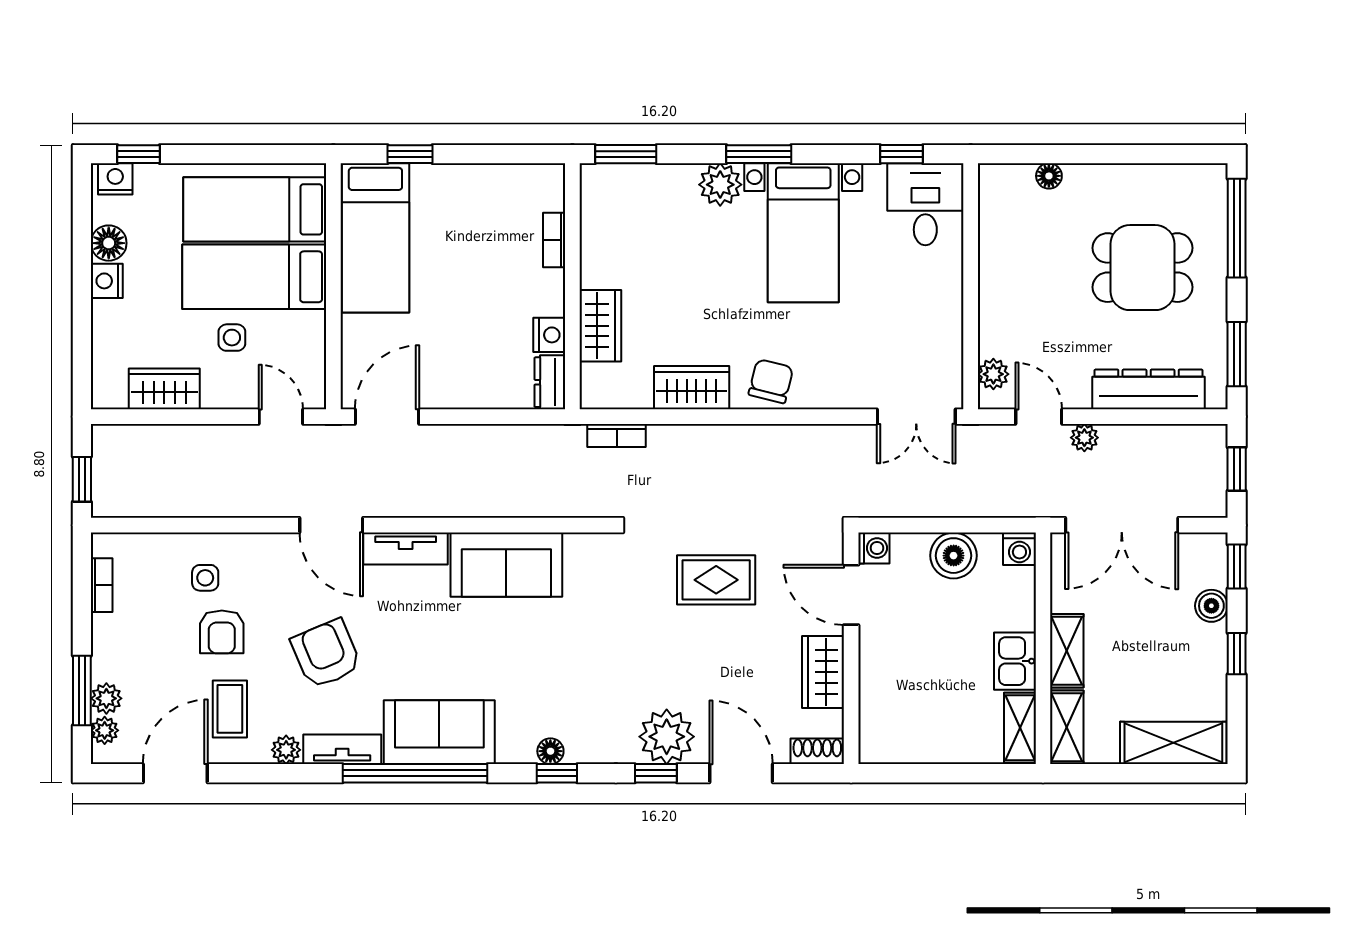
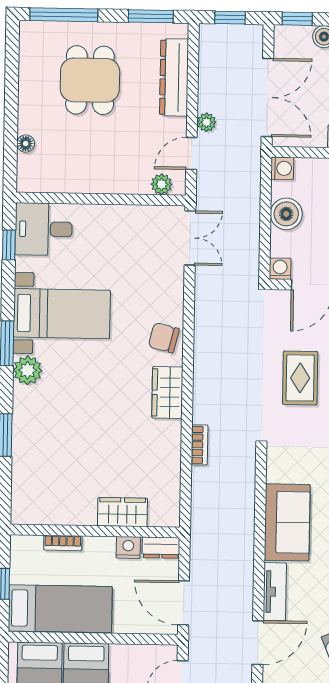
bookcase: (554, 240) -> (63, 543), moved
wall: (572, 286) -> (95, 531), moved
wardrobe: (600, 326) -> (122, 512), moved
nightstand: (549, 335) -> (128, 547), moved
dresser: (550, 382) -> (161, 548), moved

